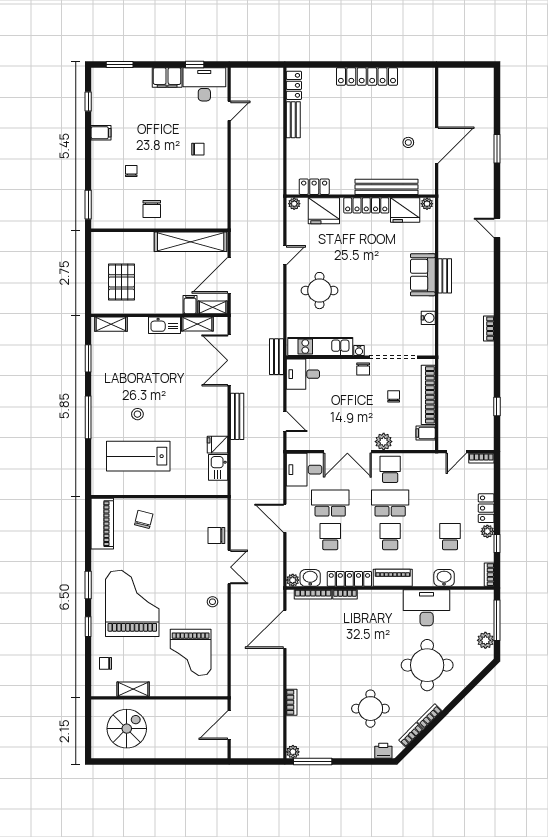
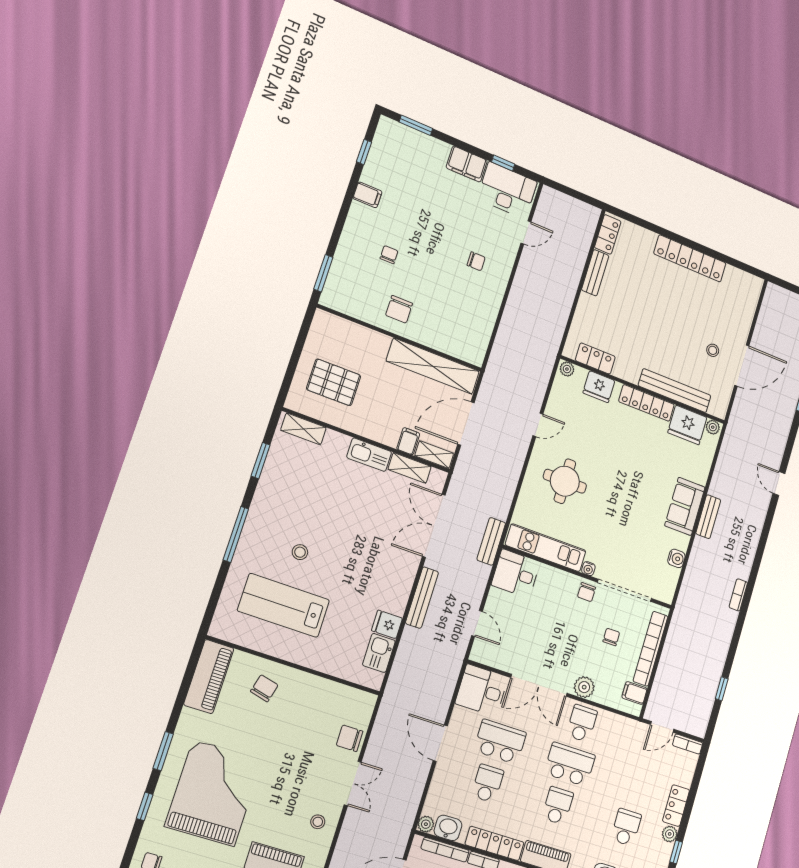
fridge: (324, 211) -> (599, 387), width x0.73, depth x0.75
pallet: (122, 282) -> (334, 382), turned 90

